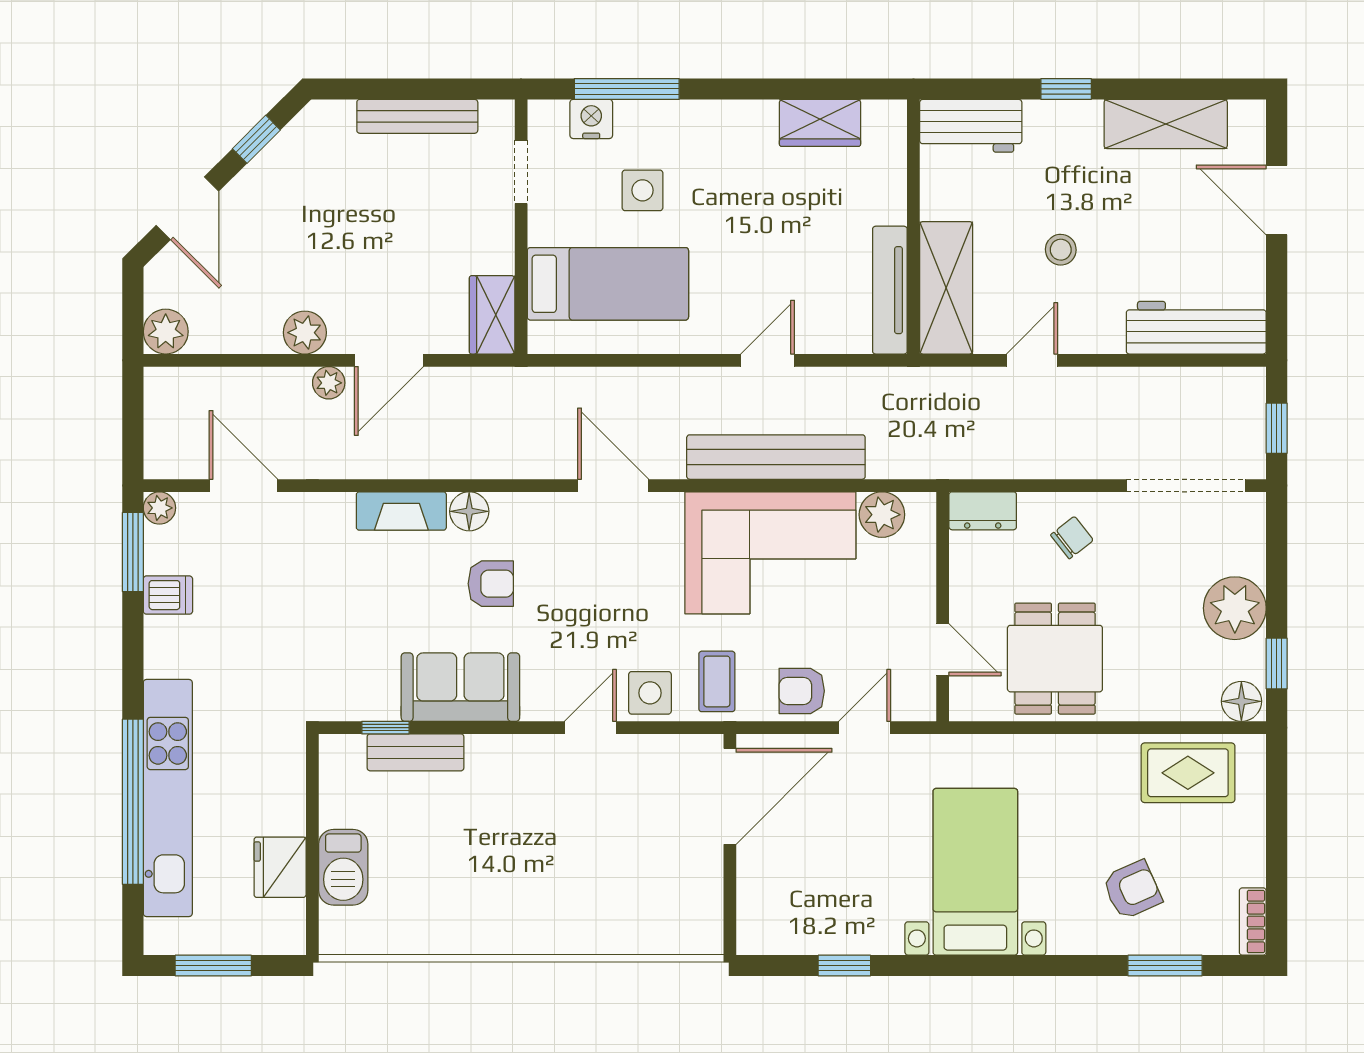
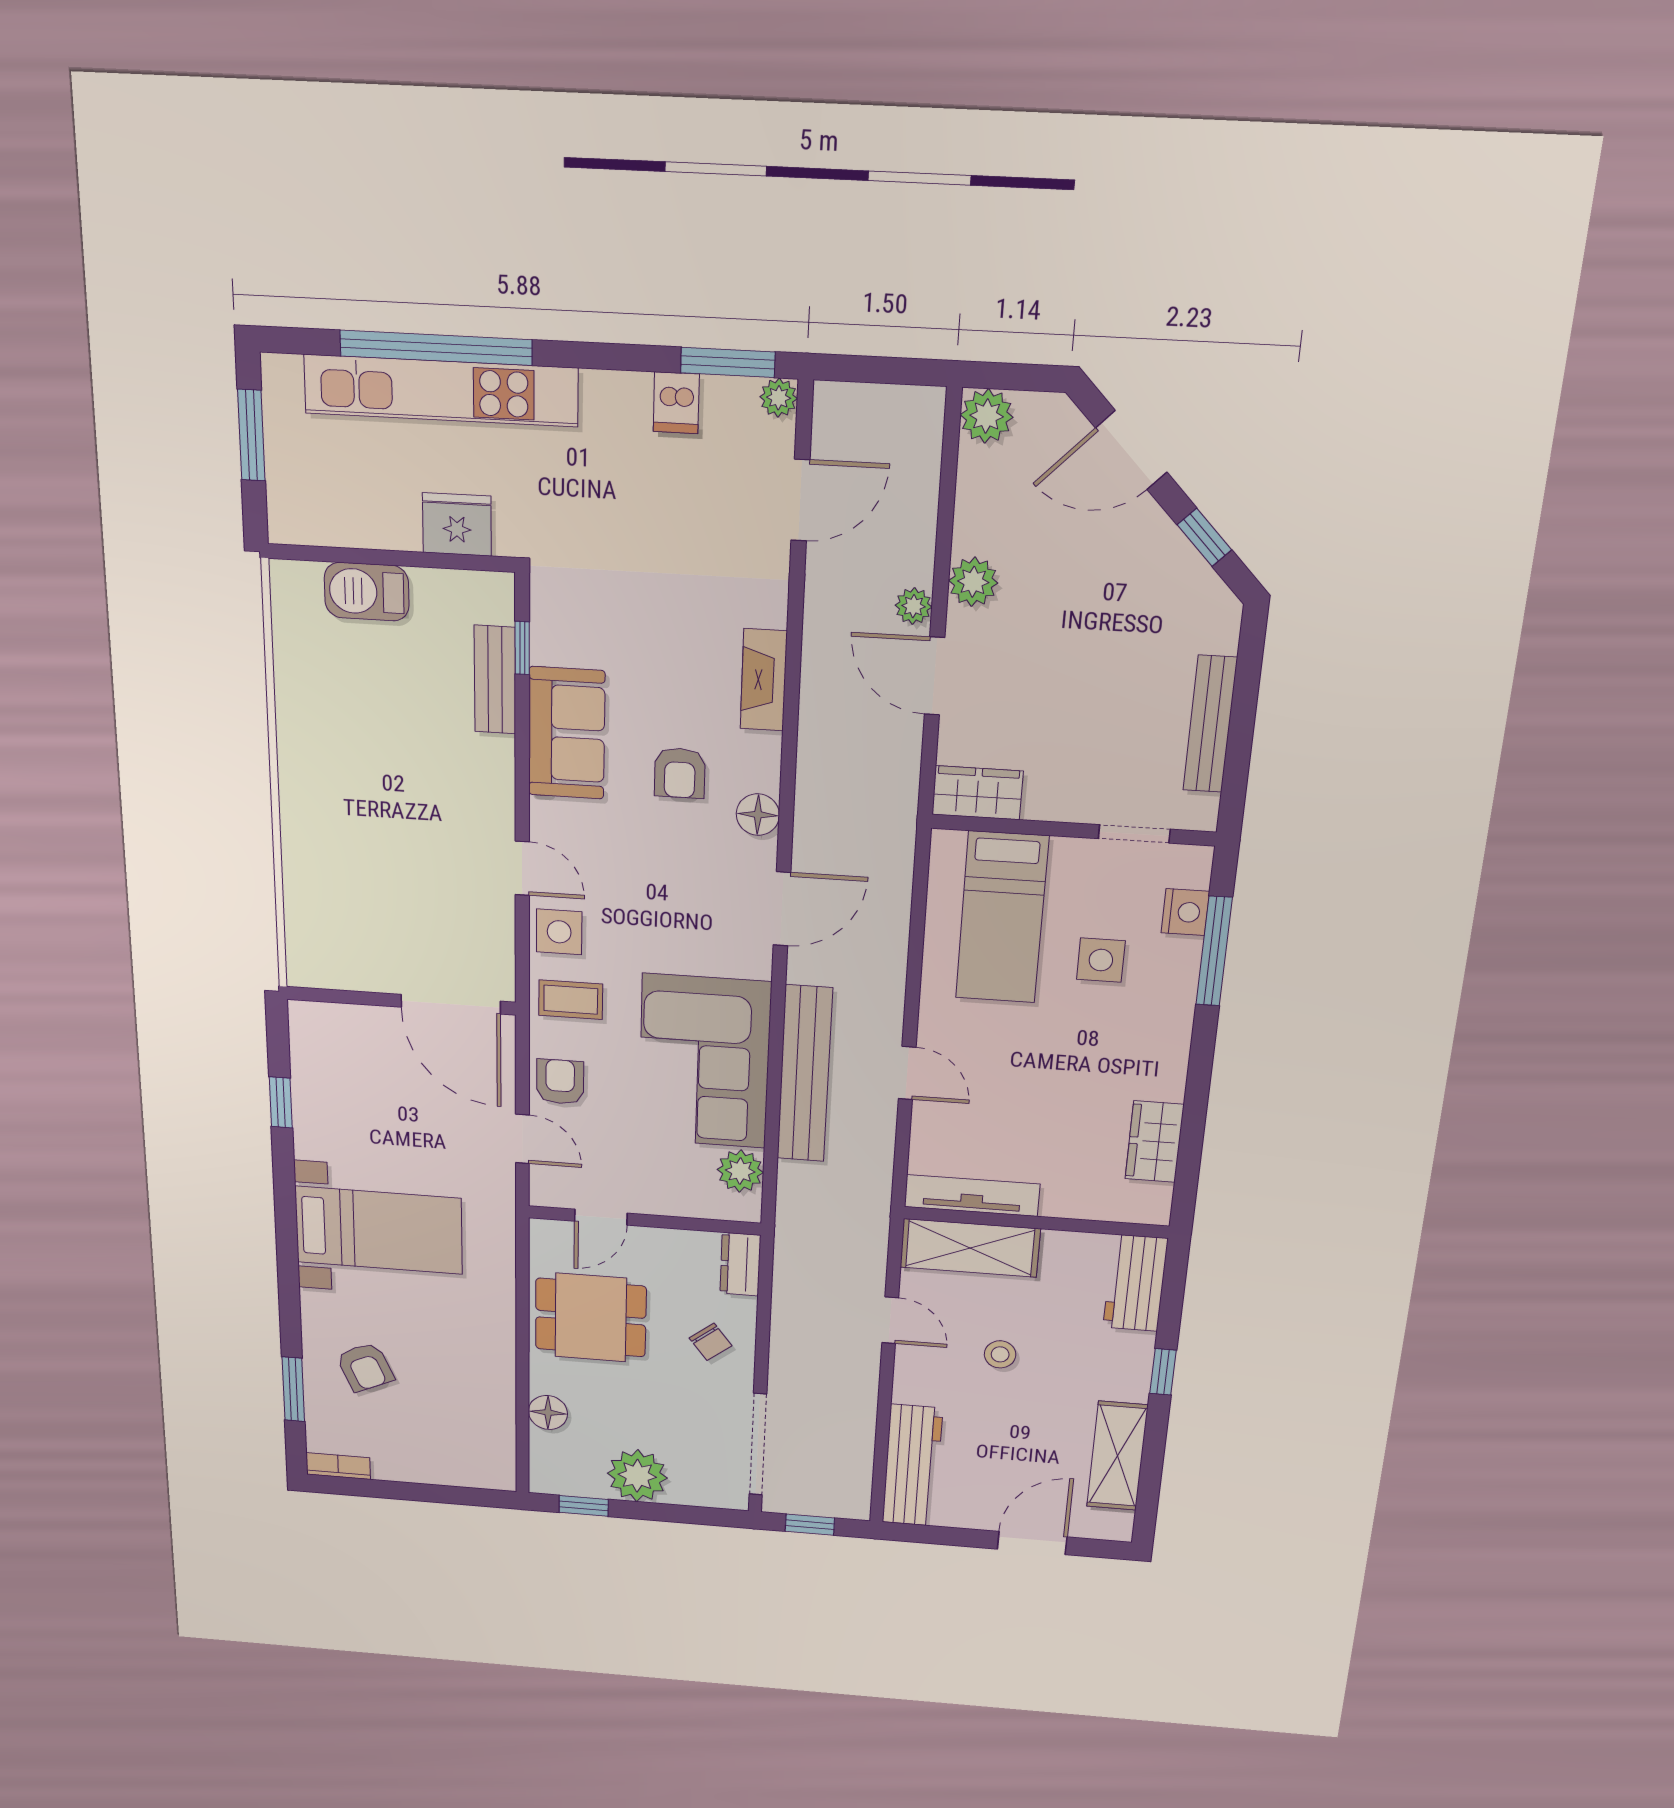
floor lamp: (469, 511) -> (758, 815), moved
floor lamp: (1241, 701) -> (548, 1413), moved
rug: (1188, 773) -> (479, 1424), removed
fridge: (280, 867) -> (457, 524), moved

